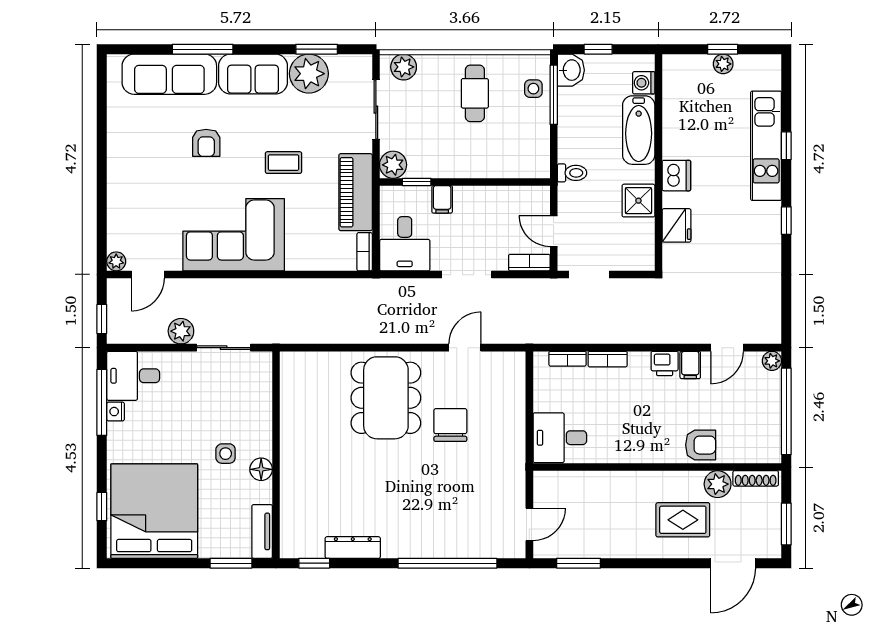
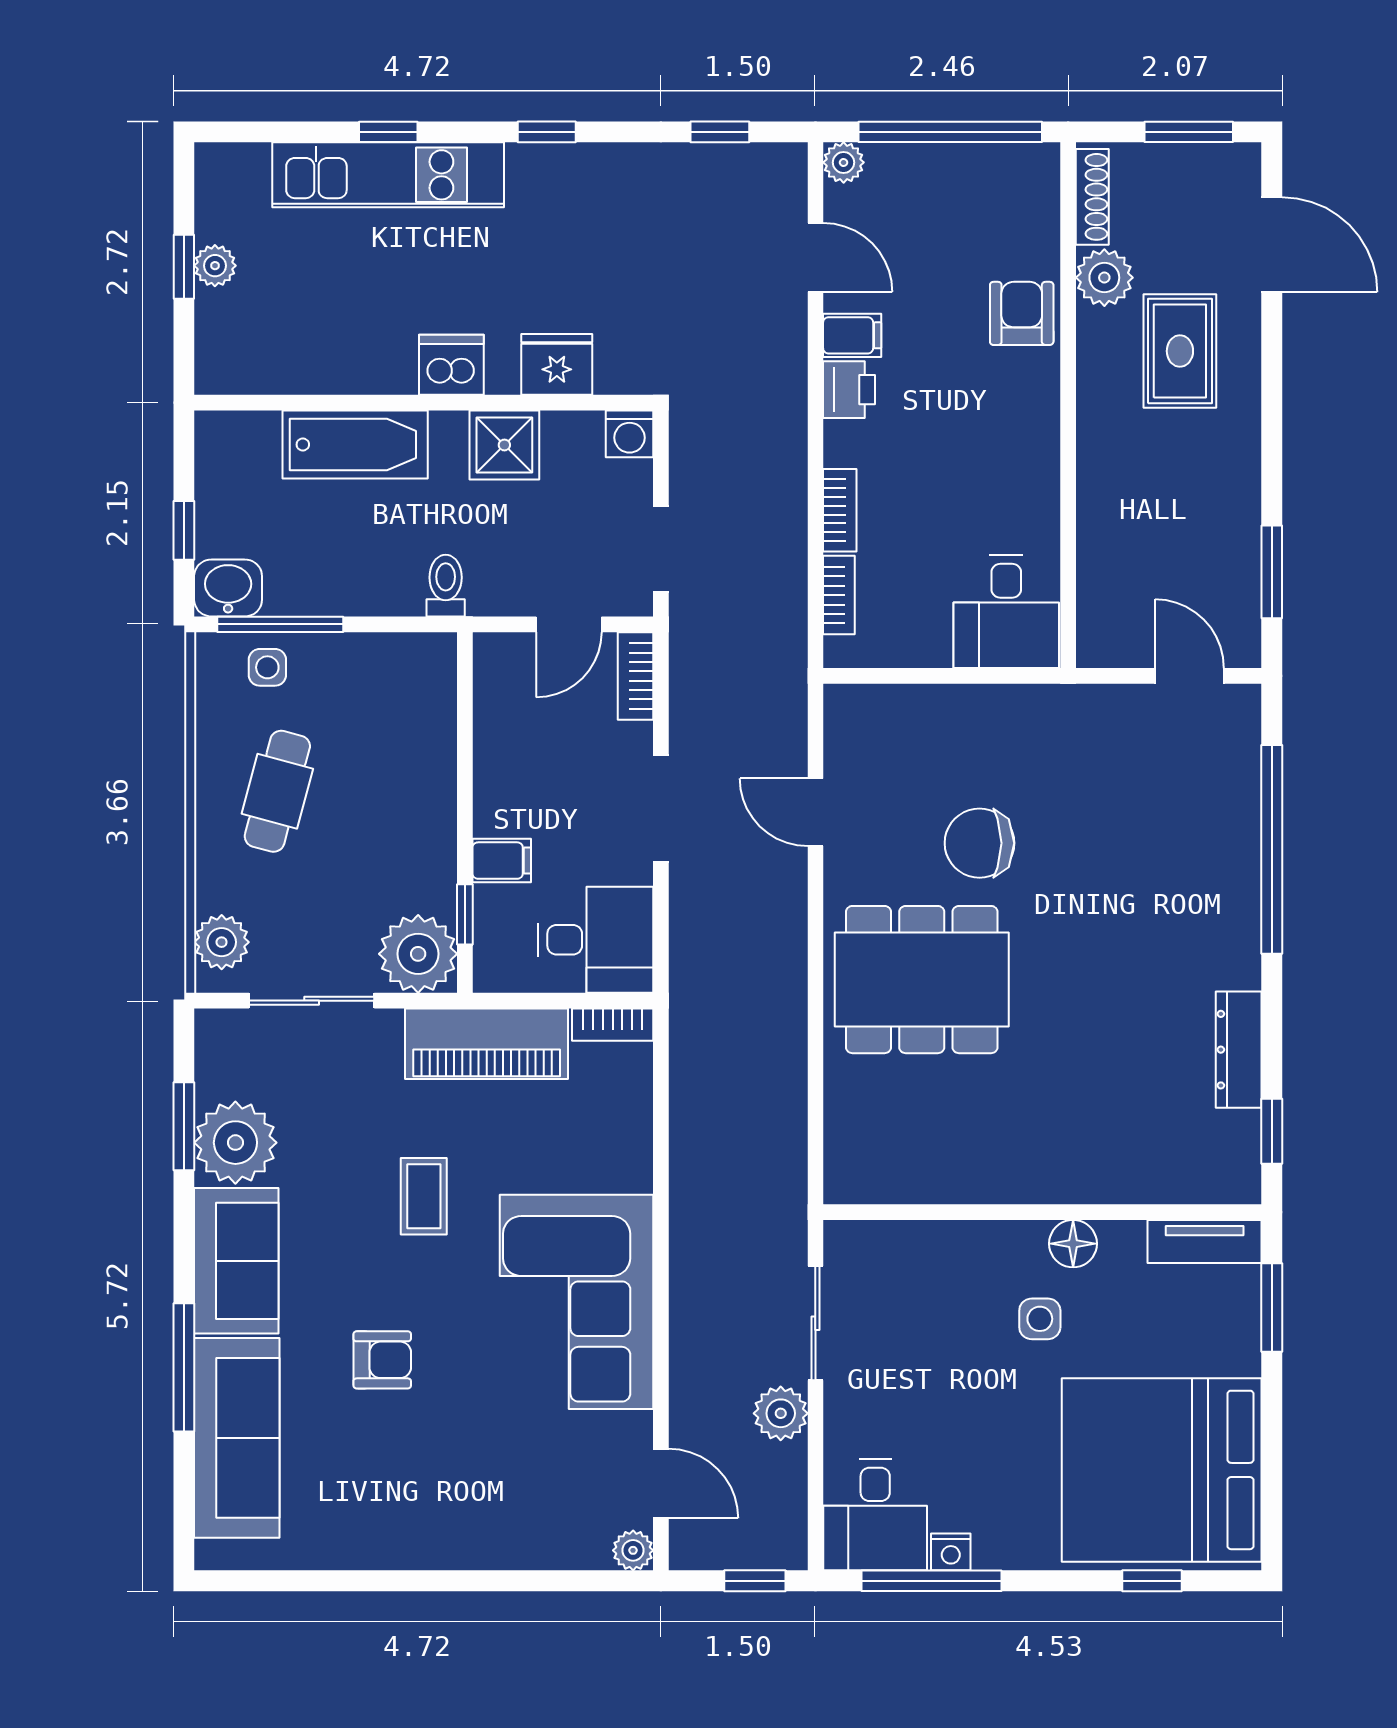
washing machine: (644, 83) -> (630, 434), moved
cafe table: (475, 93) -> (277, 791), turned -75
plant: (393, 165) -> (418, 954), width x1.36, depth x1.36
window: (786, 302) -> (720, 132), added

